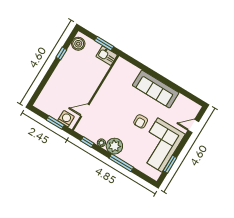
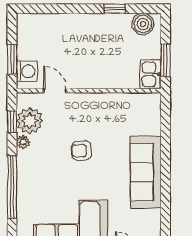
armchair: (141, 121) -> (82, 151), moved
plant: (114, 146) -> (30, 121), moved
window: (121, 163) -> (12, 187), width x1.46

